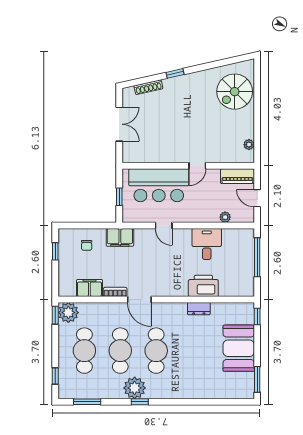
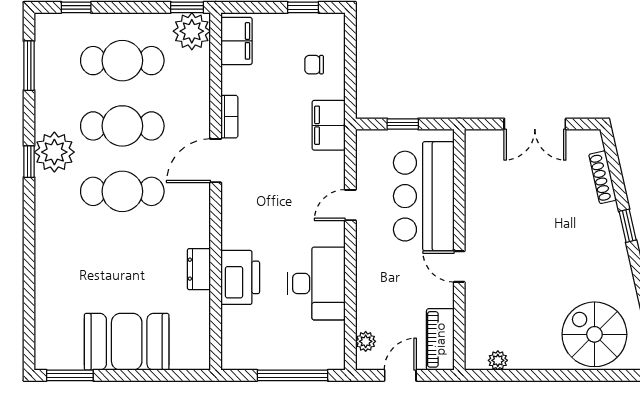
plant: (225, 217) -> (366, 341), moved
desk: (207, 244) -> (317, 283), width x1.37
filing cabinet: (89, 288) -> (236, 41), moved
window: (257, 317) -> (184, 375), removed

